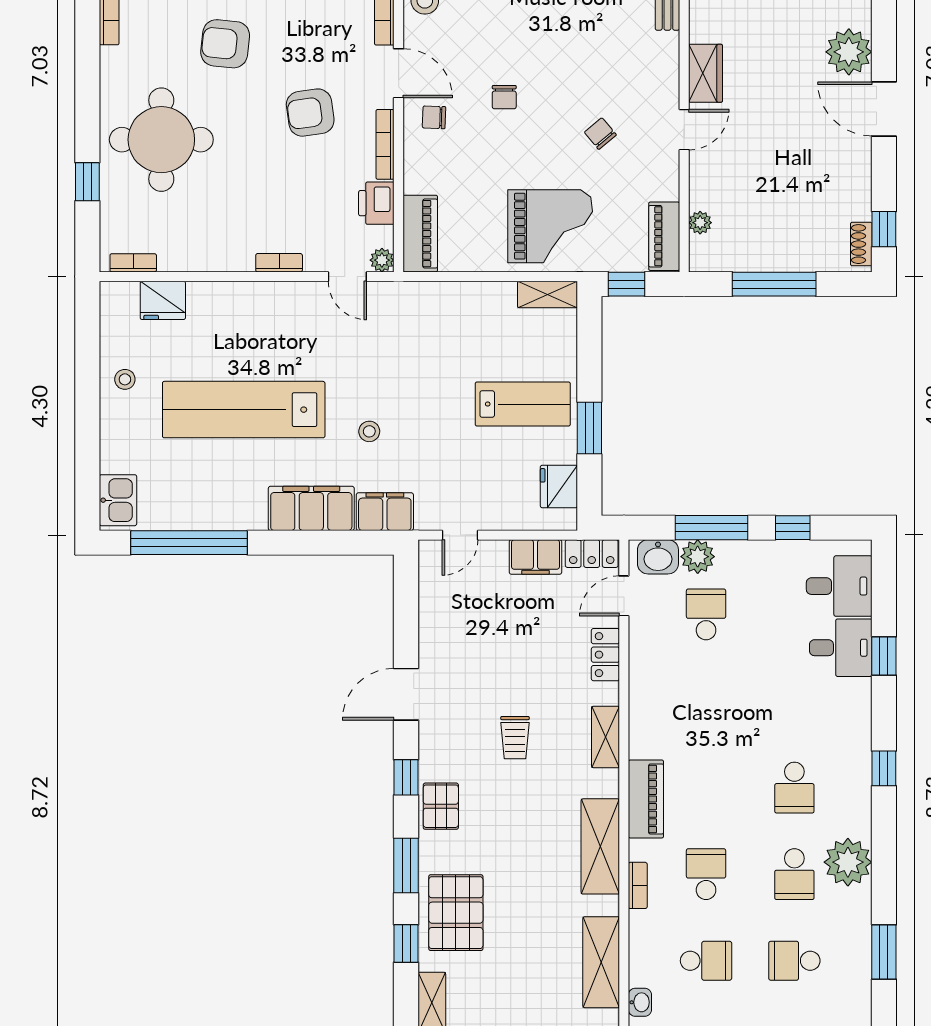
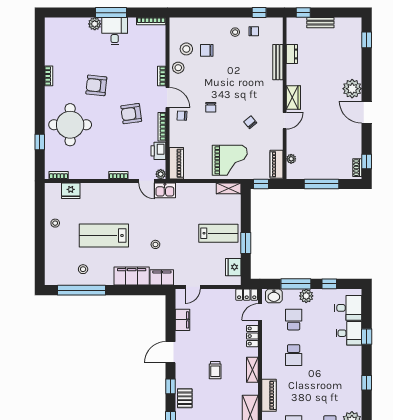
lab bench: (244, 410) -> (104, 236), width x0.73
stool: (193, 492) -> (83, 269), added
kitchen sink: (118, 500) -> (165, 190), moved, turned 90
filing cabinet: (535, 557) -> (183, 320), moved, turned -90
plant: (698, 557) -> (306, 296), moved
school desk: (794, 788) -> (294, 355), moved

